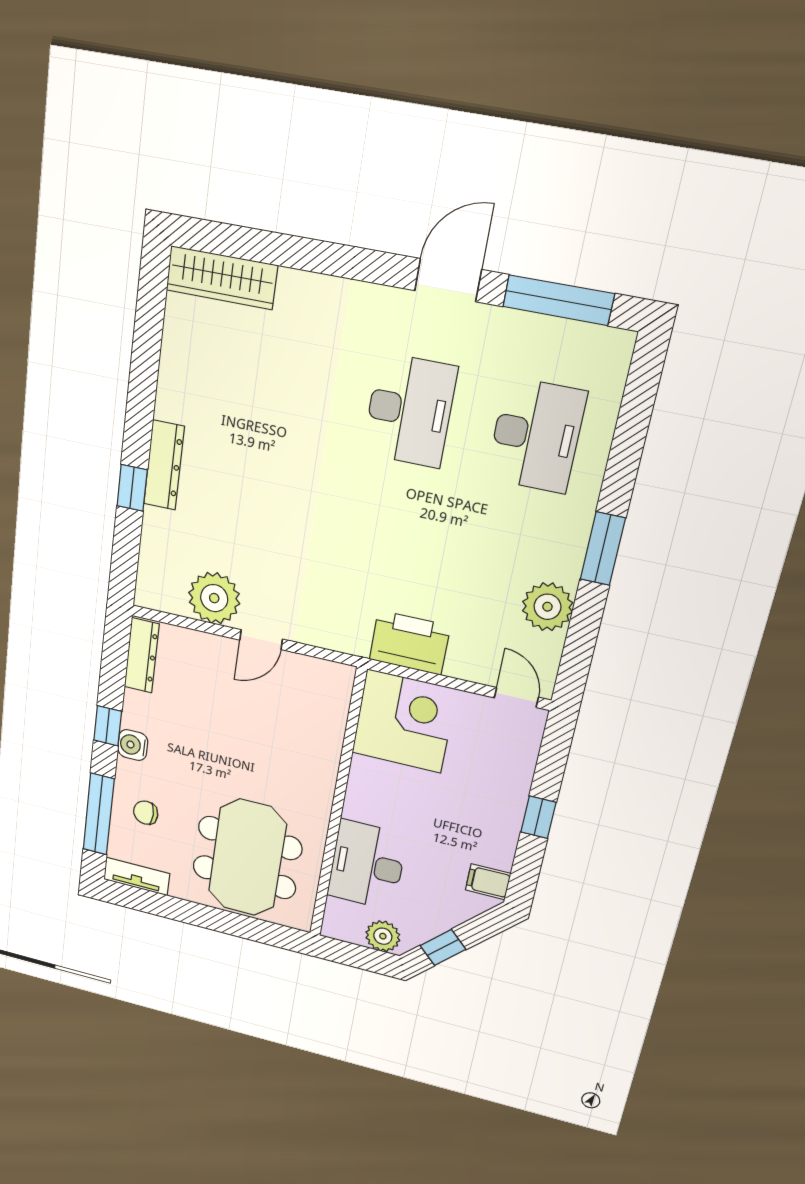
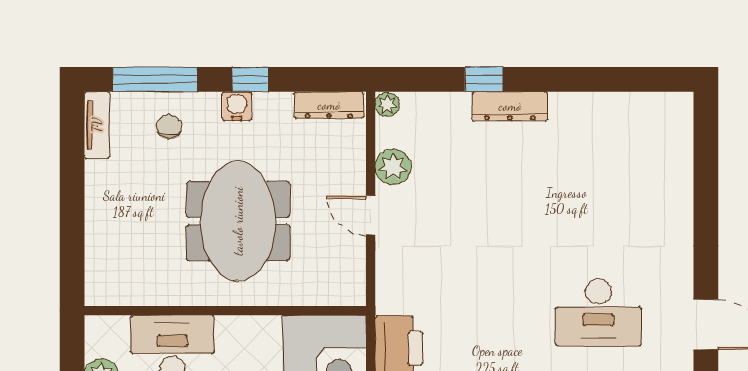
wardrobe: (222, 278) -> (676, 138), removed
plant: (147, 596) -> (387, 104), added
plant: (214, 598) -> (393, 167), width x0.73, depth x0.73
meeting table: (247, 858) -> (238, 221), moved, turned 90

